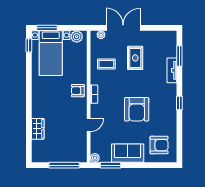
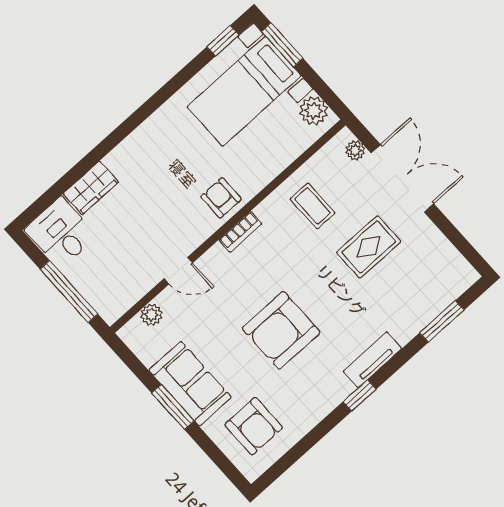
tv unit: (172, 70) -> (372, 360), moved
desk: (43, 151) -> (61, 233), added
plant: (95, 158) -> (151, 315), moved
window: (111, 165) -> (173, 407), moved

